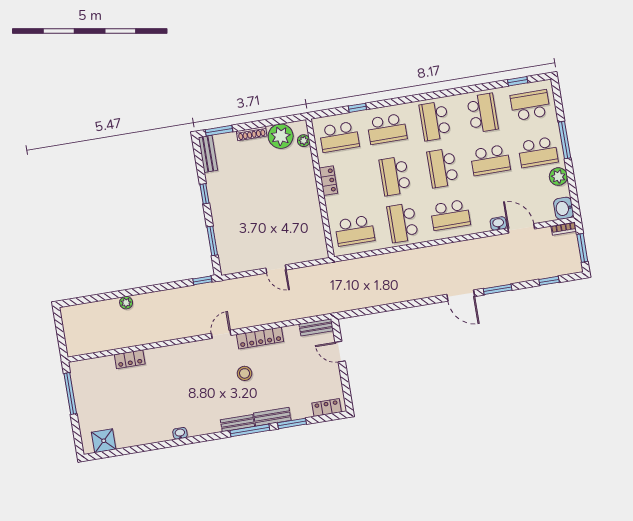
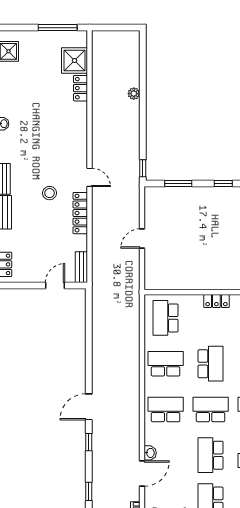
school desk: (395, 176) -> (211, 364), turned 90
school desk: (450, 215) -> (166, 409), turned 90
window: (498, 289) -> (89, 442), width x0.67
shower: (102, 370) -> (74, 61), added

